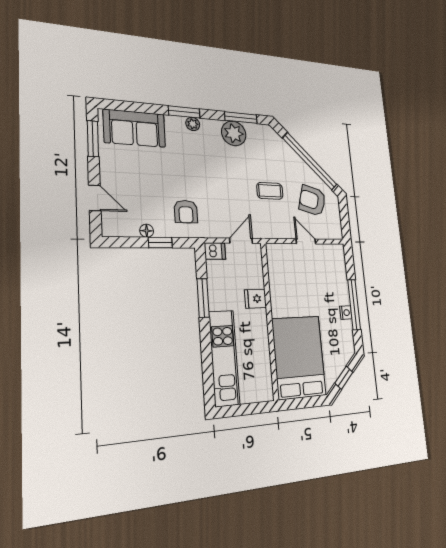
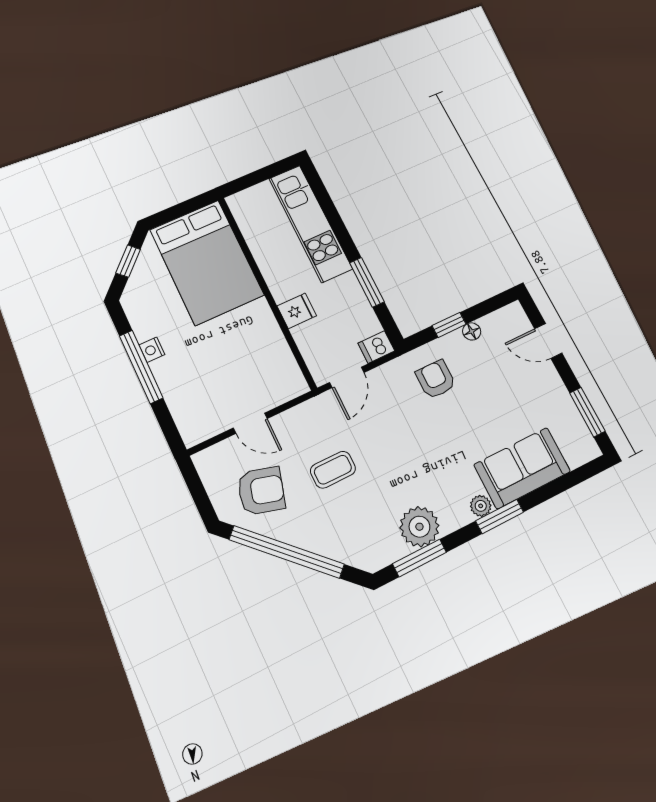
sofa: (135, 128) -> (522, 468), moved

